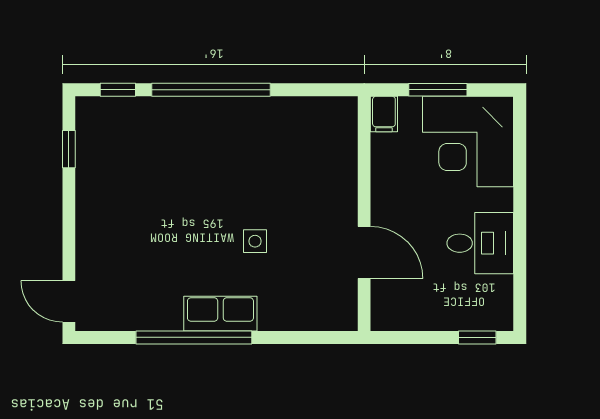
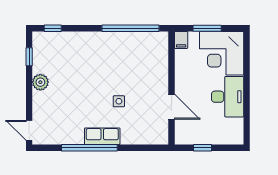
window: (211, 90) -> (131, 28), moved
plant: (92, 202) -> (40, 82), added
desk: (480, 243) -> (228, 97), width x1.37
window: (477, 337) -> (202, 148), moved

